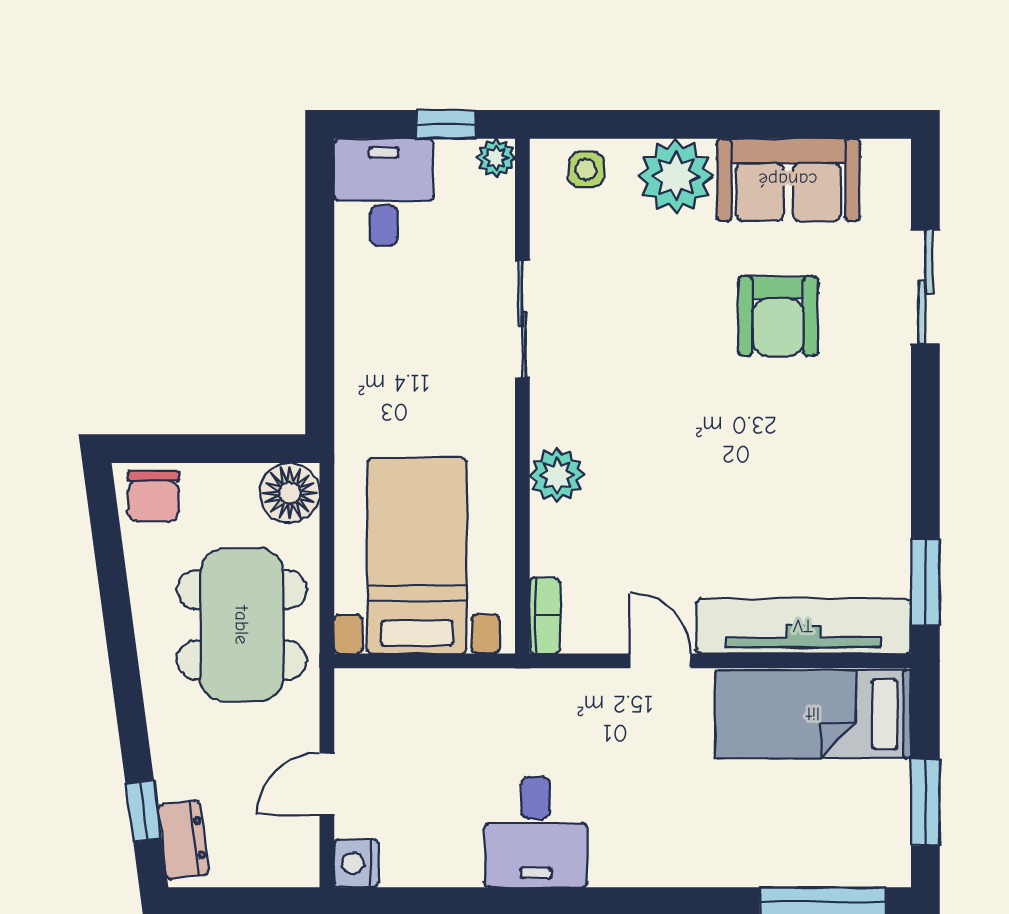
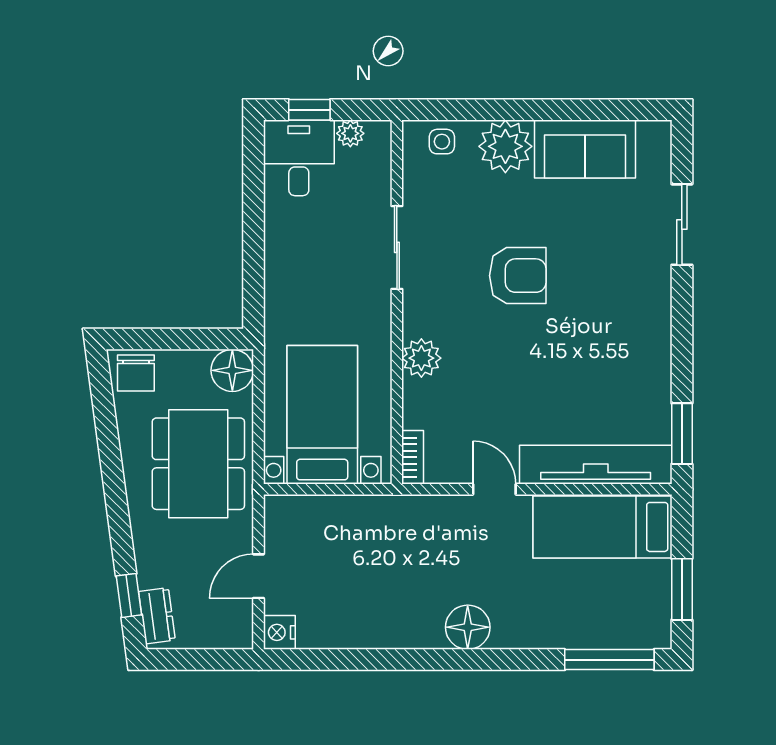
window: (446, 124) -> (309, 110), moved
plant: (496, 158) -> (350, 133), moved
armchair: (778, 316) -> (518, 276), moved, turned -90
desk: (536, 832) -> (406, 610), removed
floor lamp: (623, 856) -> (468, 627), added

